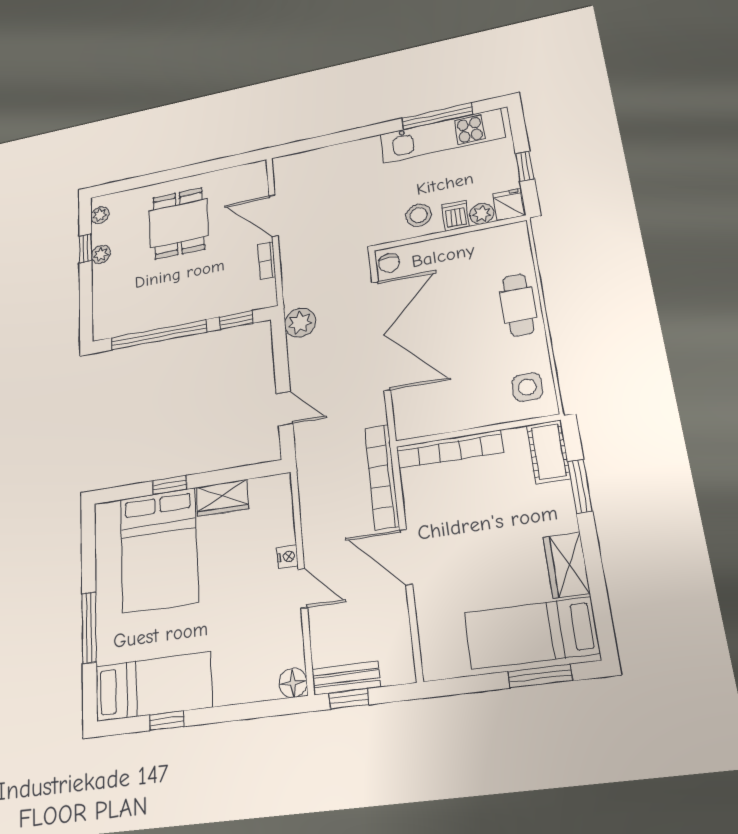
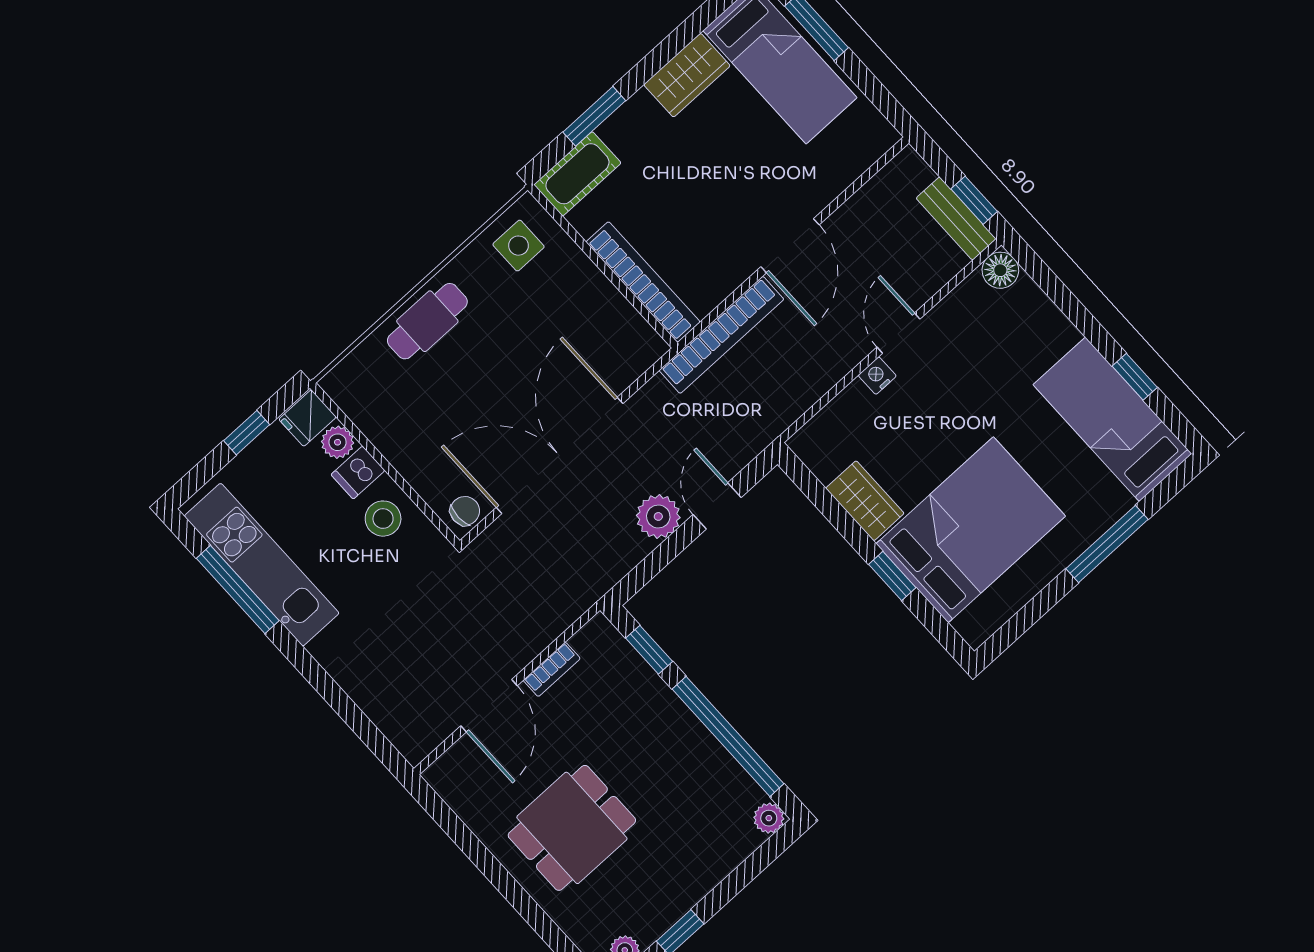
plant: (101, 254) -> (769, 818), moved
plant: (300, 323) -> (658, 516), moved

